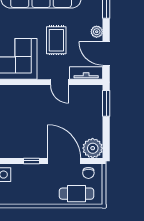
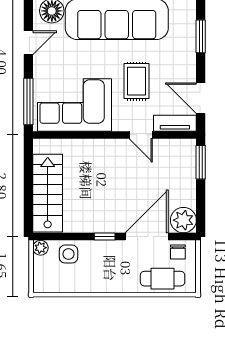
plant: (97, 32) -> (189, 70), removed
door: (64, 161) -> (147, 237), hinge flipped

